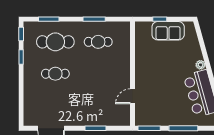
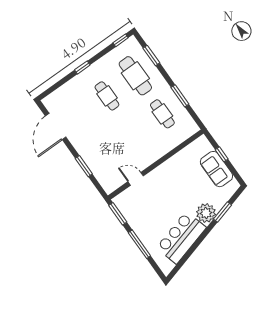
window: (203, 49) -> (223, 212), added
window: (21, 57) -> (82, 67), moved
plant: (200, 65) -> (206, 213), width x1.88, depth x1.88

